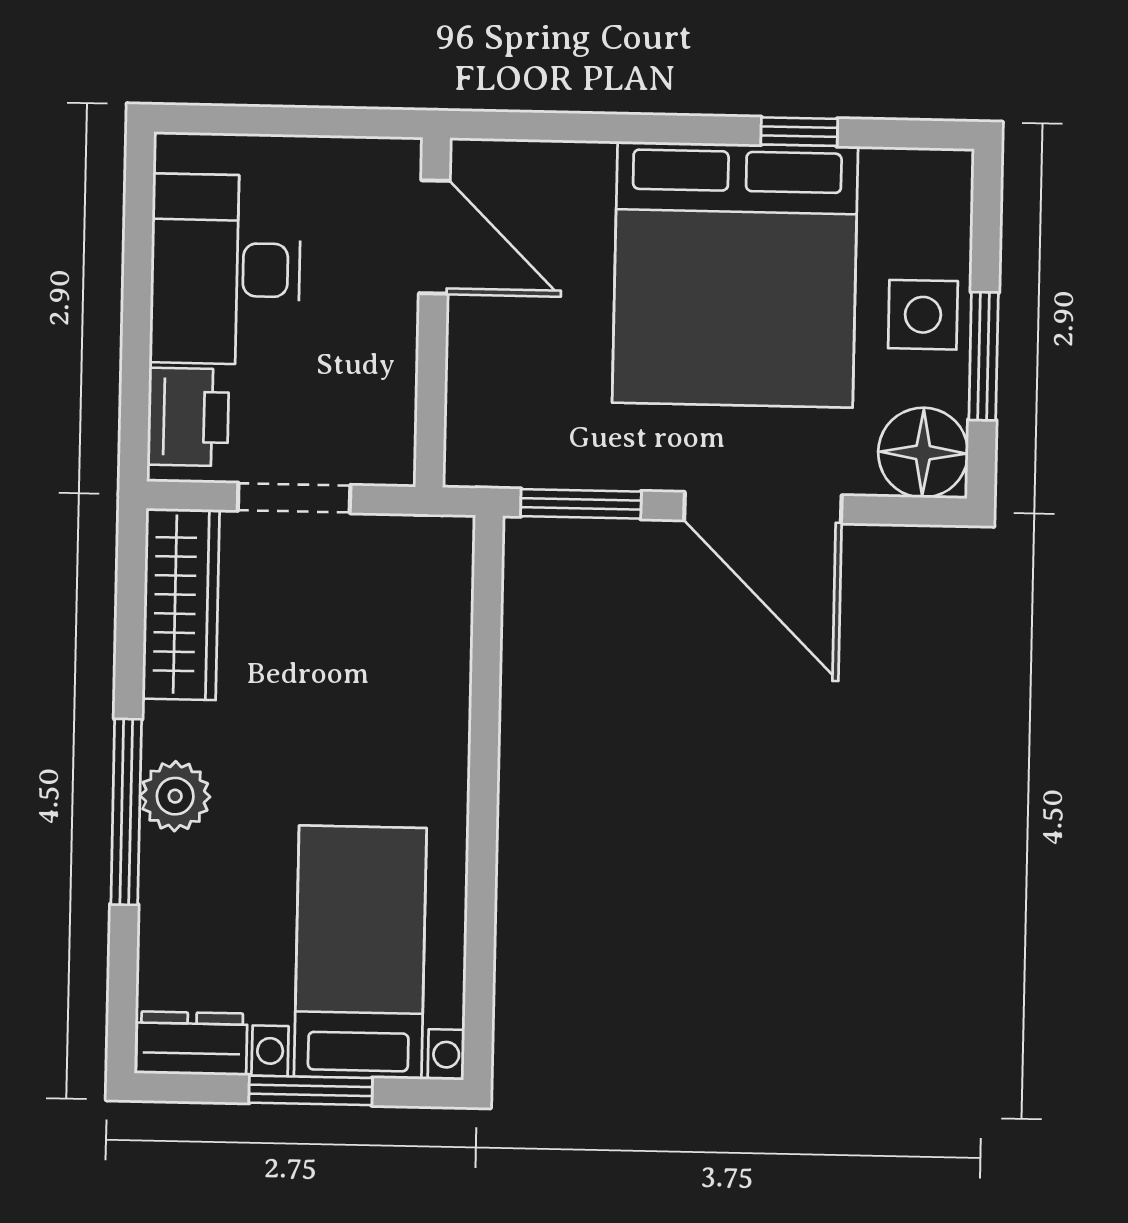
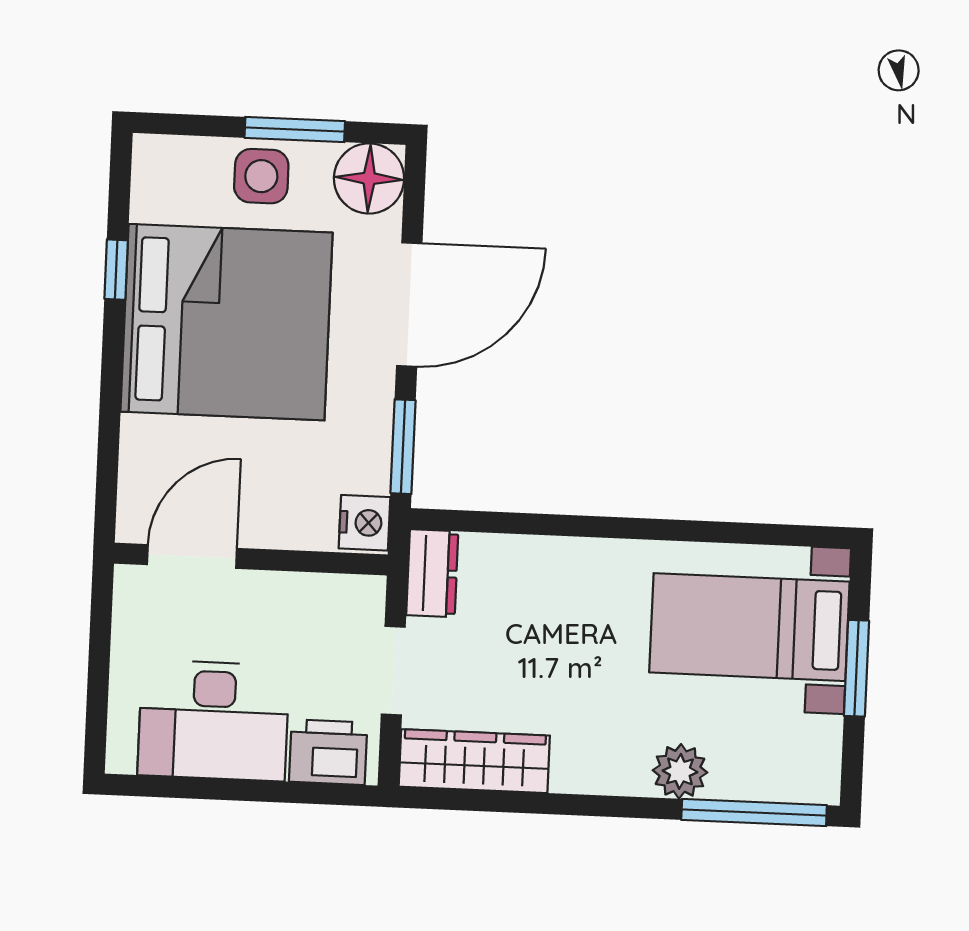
nightstand: (483, 457) -> (365, 523), added
plant: (175, 796) -> (680, 771), moved
window: (126, 812) -> (754, 813), moved
dresser: (192, 1043) -> (432, 573), moved, turned 180

